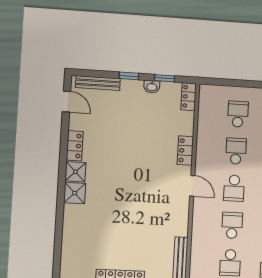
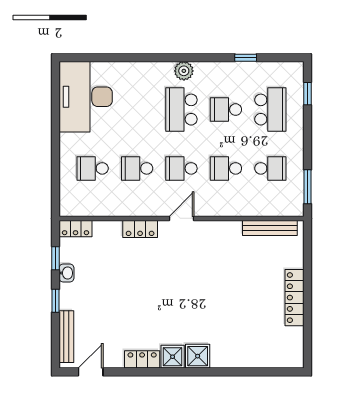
school desk: (234, 188) -> (182, 168), turned 180

